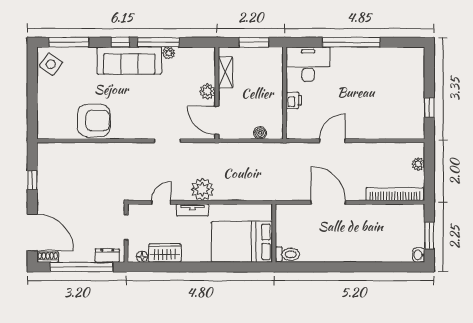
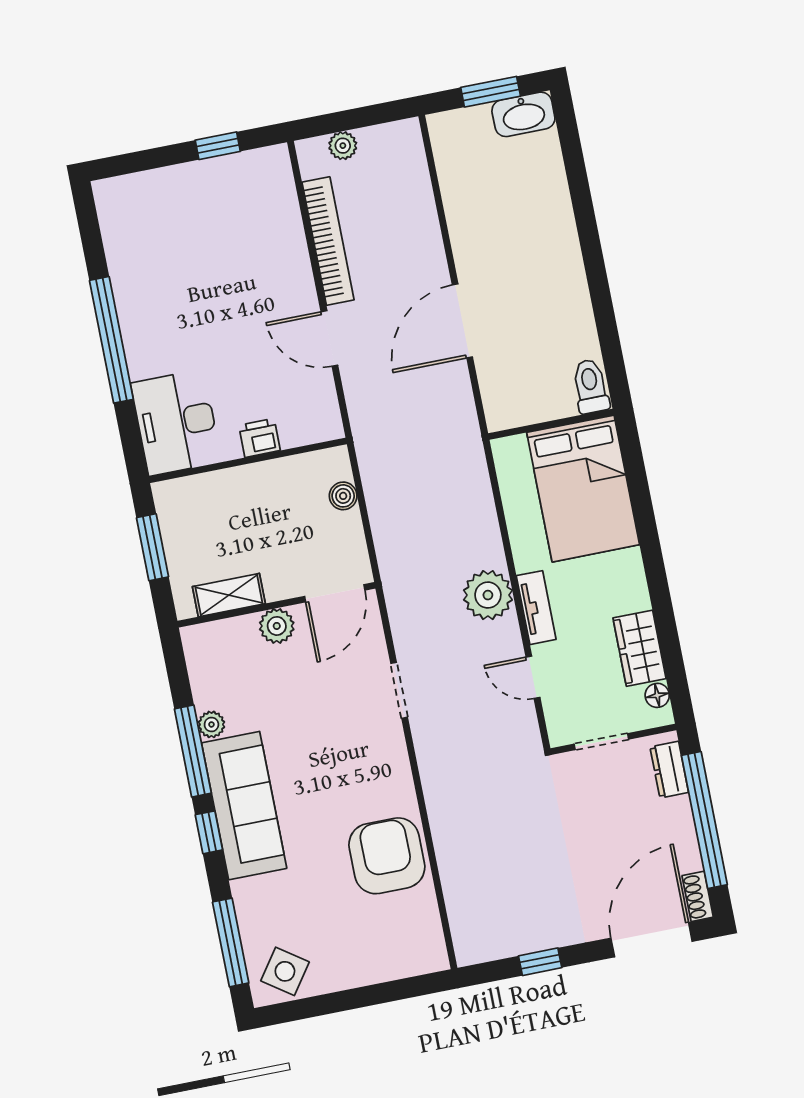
bookcase: (395, 194) -> (328, 241), moved, turned 180
washbasin: (419, 255) -> (523, 114), width x1.91, depth x1.45

